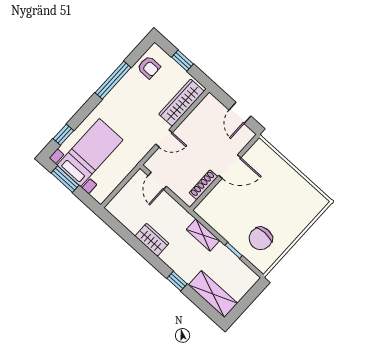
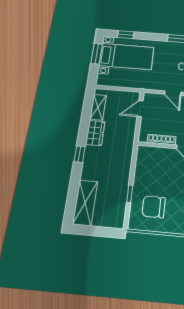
shelving: (203, 235) -> (98, 107), moved
window: (177, 281) -> (80, 154), moved

